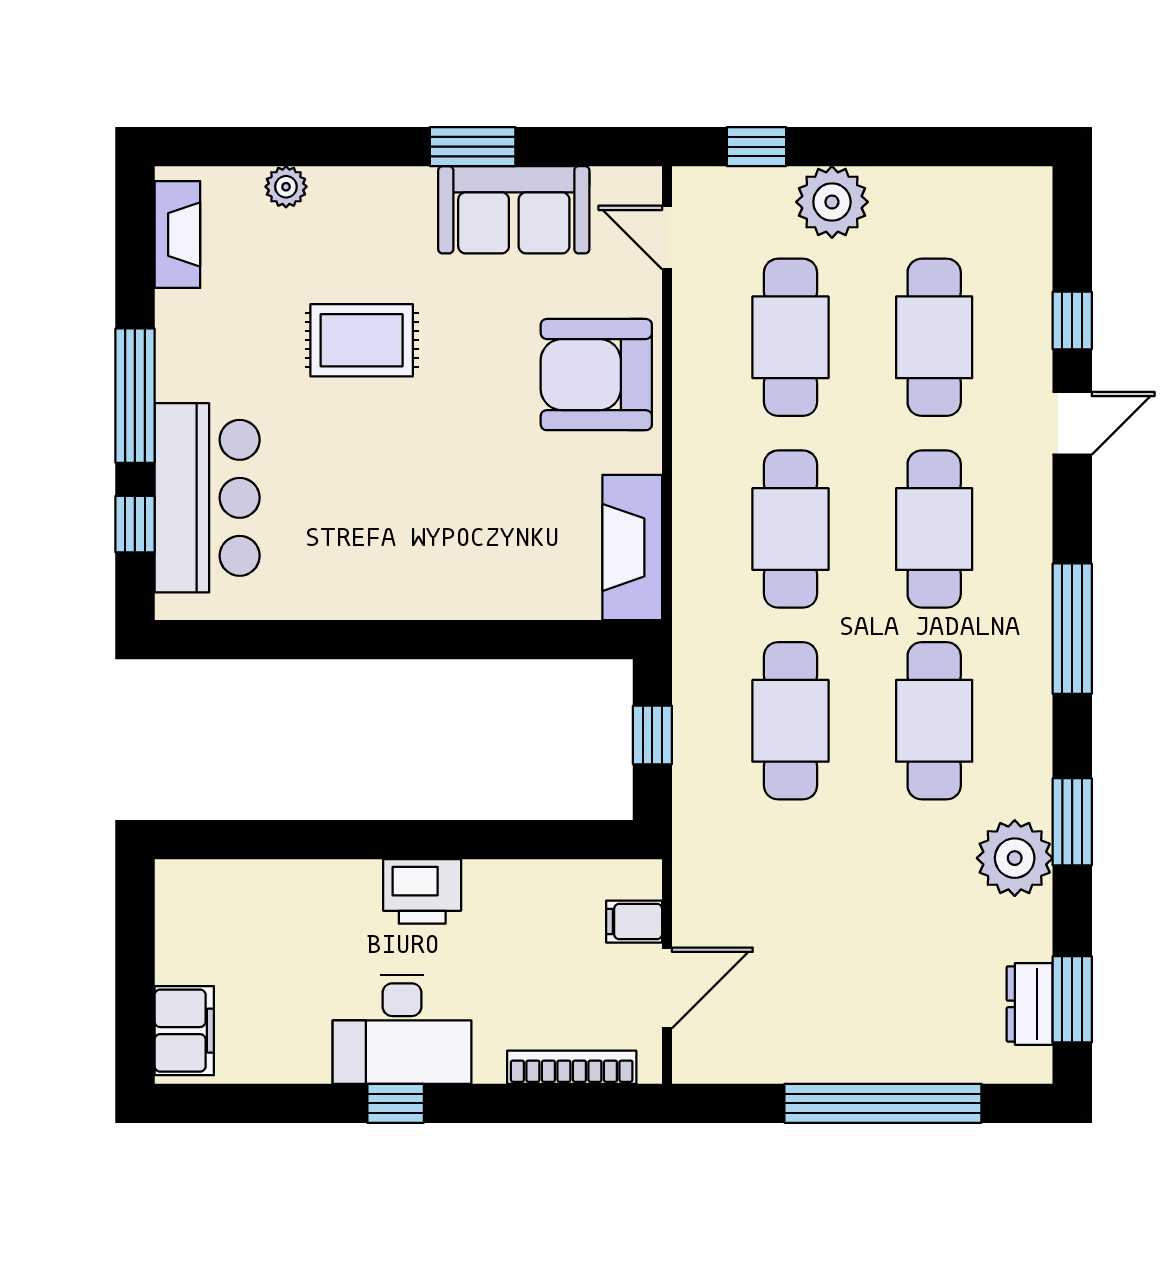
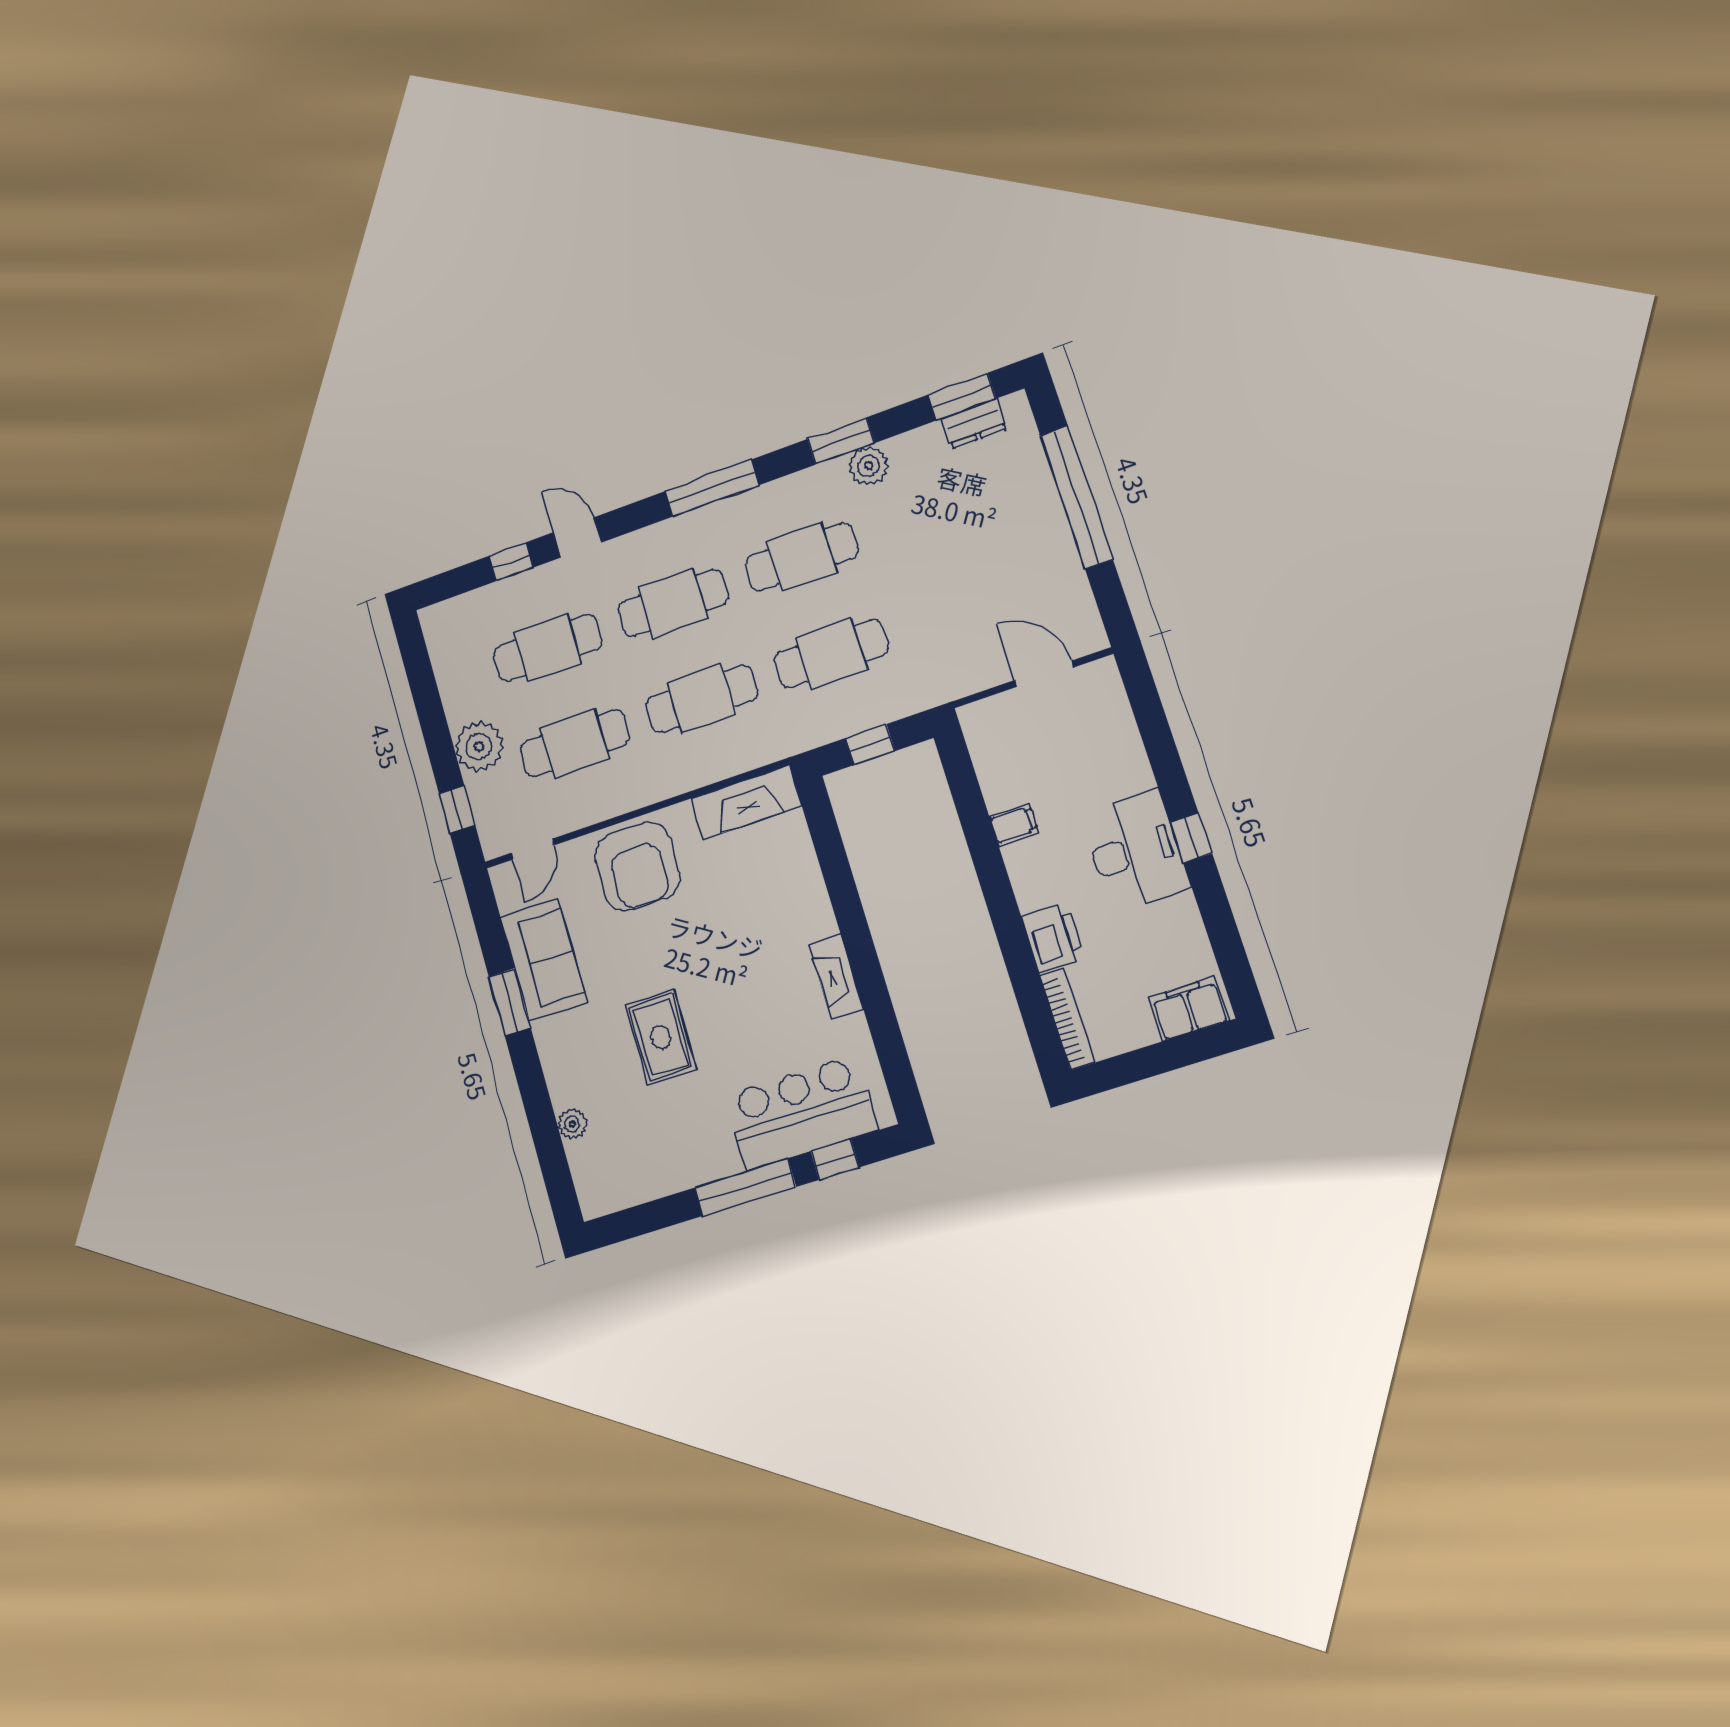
fireplace: (177, 235) -> (836, 977), moved, turned -90
plant: (1015, 858) -> (869, 466), width x0.73, depth x0.73
printer: (422, 891) -> (1053, 937), moved
filing cabinet: (634, 922) -> (1014, 825), moved, turned -90
bookcase: (572, 1067) -> (1067, 1019), moved, turned 180

